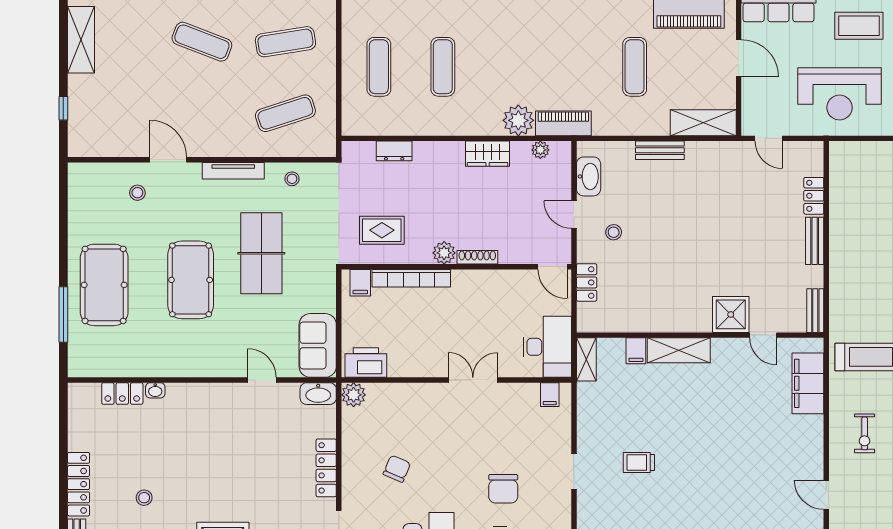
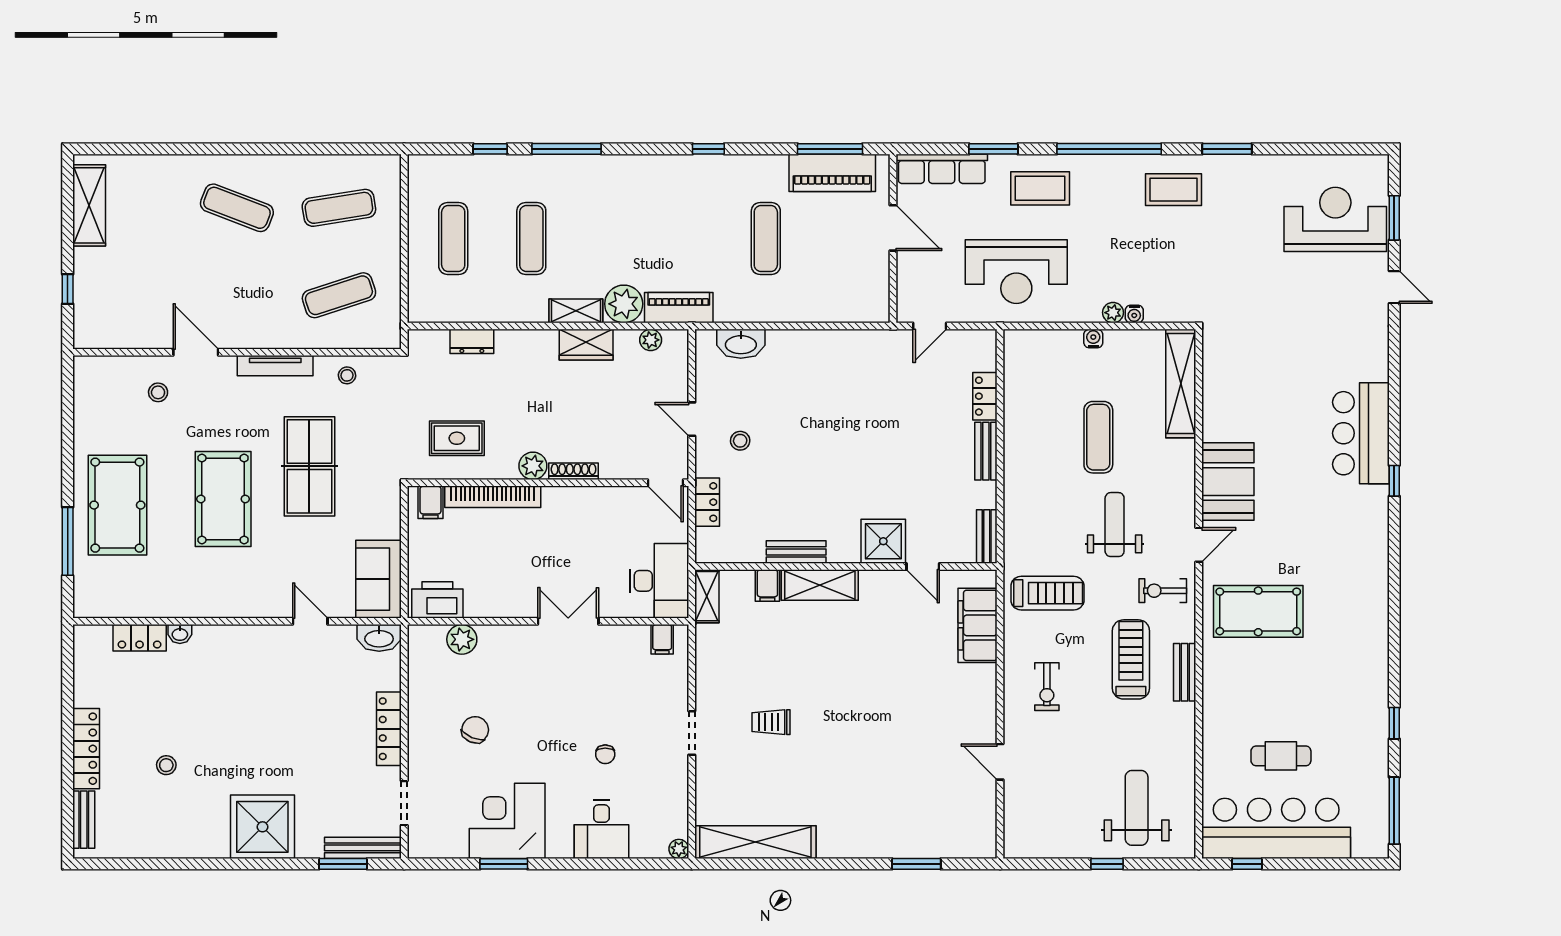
shelving: (703, 123) -> (576, 311), moved, width x0.67, depth x0.75
door: (769, 138) -> (930, 326), hinge flipped
bench: (660, 150) -> (796, 552), moved
washbasin: (589, 176) -> (741, 344), moved, turned 90
plant: (354, 395) -> (462, 639), moved
chair: (503, 489) -> (605, 754), width x0.54, depth x0.54

